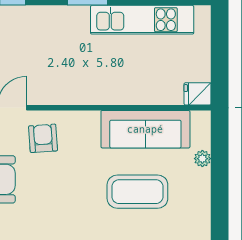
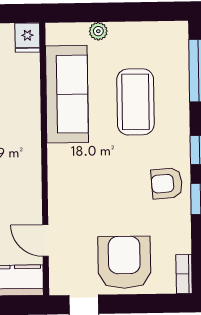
armchair: (43, 138) -> (167, 183), moved

